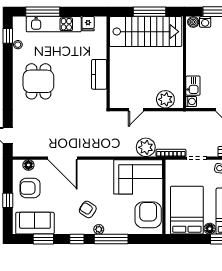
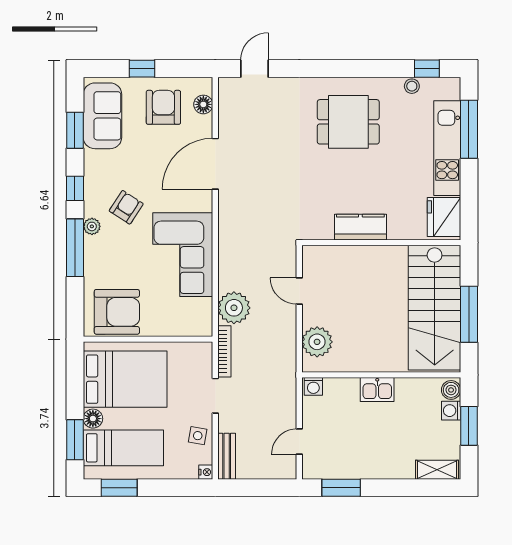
fridge: (88, 24) -> (444, 217), width x1.88, depth x1.34
kitchen sink: (193, 86) -> (377, 390), moved
corner sofa: (138, 177) -> (183, 255), moved

